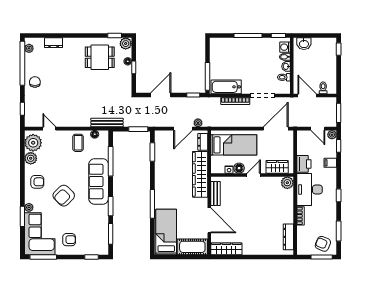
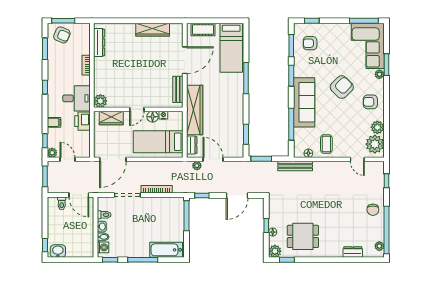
washbasin: (304, 44) -> (58, 251), moved
bathtub: (226, 87) -> (166, 250), moved, turned 180
door: (183, 129) -> (213, 159), hinge flipped
desk: (309, 189) -> (76, 98), width x0.73
door: (209, 220) -> (185, 60), swing flipped
armchair: (69, 240) -> (310, 43), moved
cot: (192, 247) -> (203, 30), width x0.73, depth x0.75
wardrobe: (226, 249) -> (153, 30), moved

